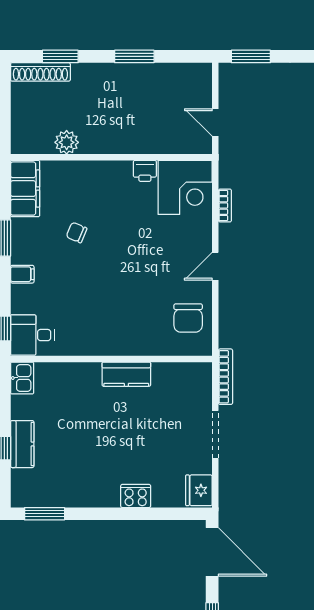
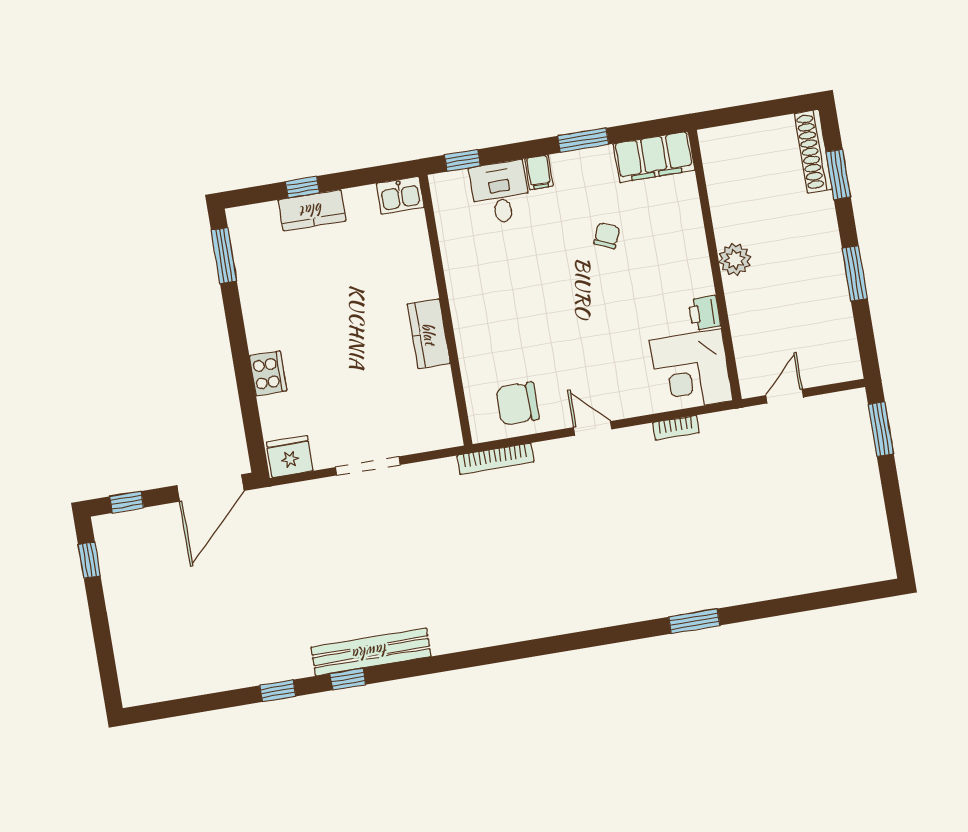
plant: (67, 142) -> (735, 260), moved
desk: (32, 335) -> (500, 193), moved
bookcase: (225, 377) -> (495, 459), moved

